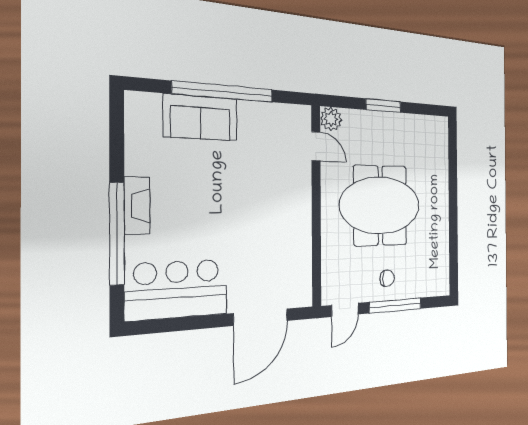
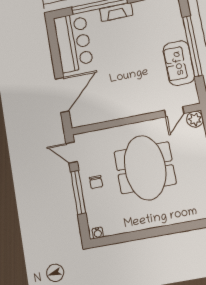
sofa: (201, 118) -> (179, 63), moved
water cooler: (444, 284) -> (98, 233), added
door: (261, 317) -> (62, 95), swing flipped

